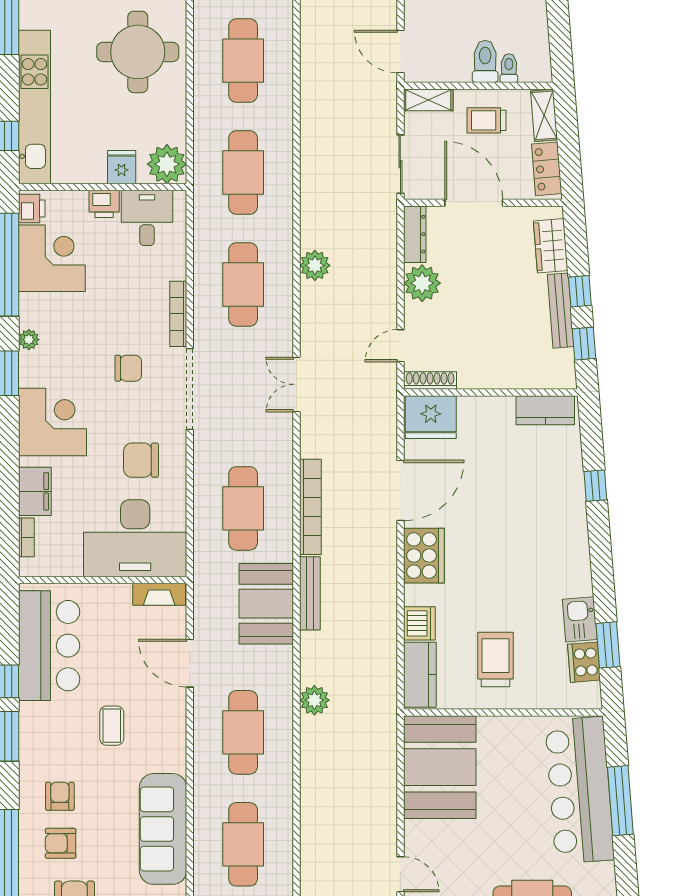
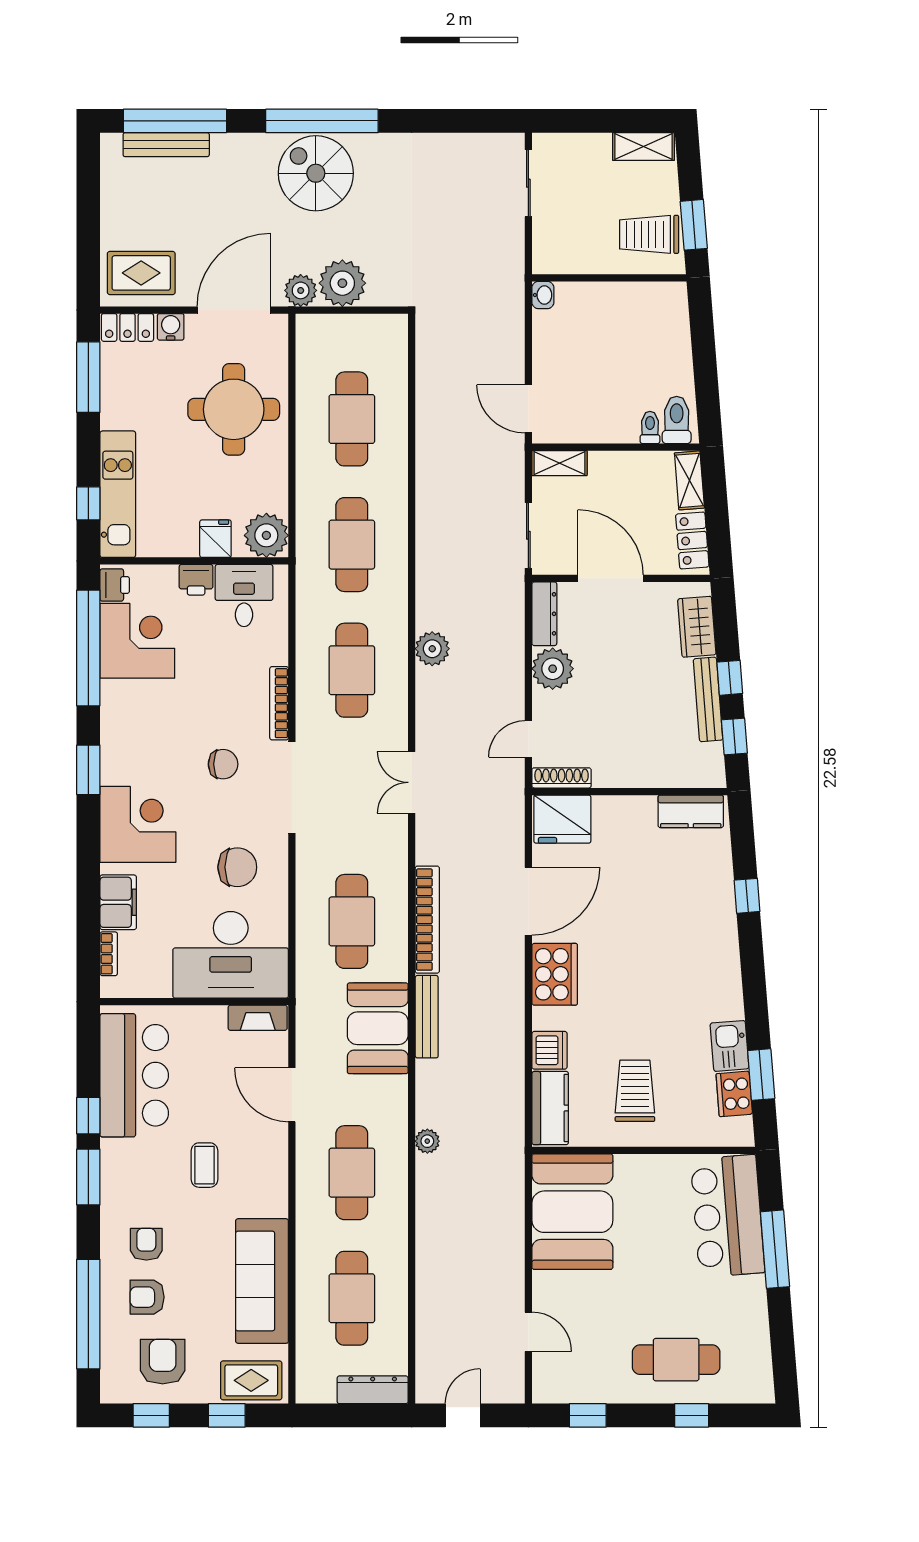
toilet: (485, 61) -> (677, 420), moved
kitchen unit: (34, 107) -> (118, 494), width x0.73
trolley: (486, 120) -> (625, 486), removed
plant: (29, 340) -> (111, 732), removed
chair: (141, 460) -> (237, 867), turned 180
plant: (314, 700) -> (427, 1141), width x0.73, depth x0.73
bar counter: (580, 790) -> (728, 1216), width x0.73

